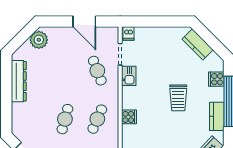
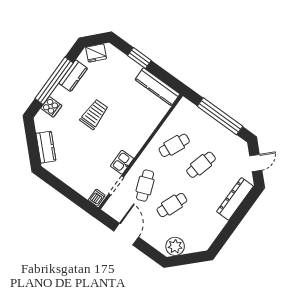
cafe table: (65, 71) -> (172, 205), added
dresser: (19, 81) -> (235, 199), moved
cooker: (129, 117) -> (146, 128), removed

